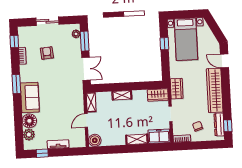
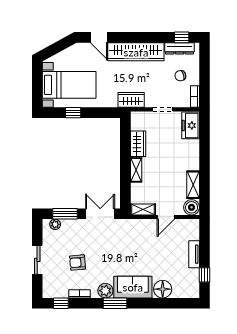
door: (224, 61) -> (99, 37), hinge flipped
wardrobe: (158, 95) -> (138, 144), moved
door: (86, 121) -> (166, 217), hinge flipped
plant: (29, 135) -> (105, 291), moved
shelving: (137, 139) -> (193, 185), moved

